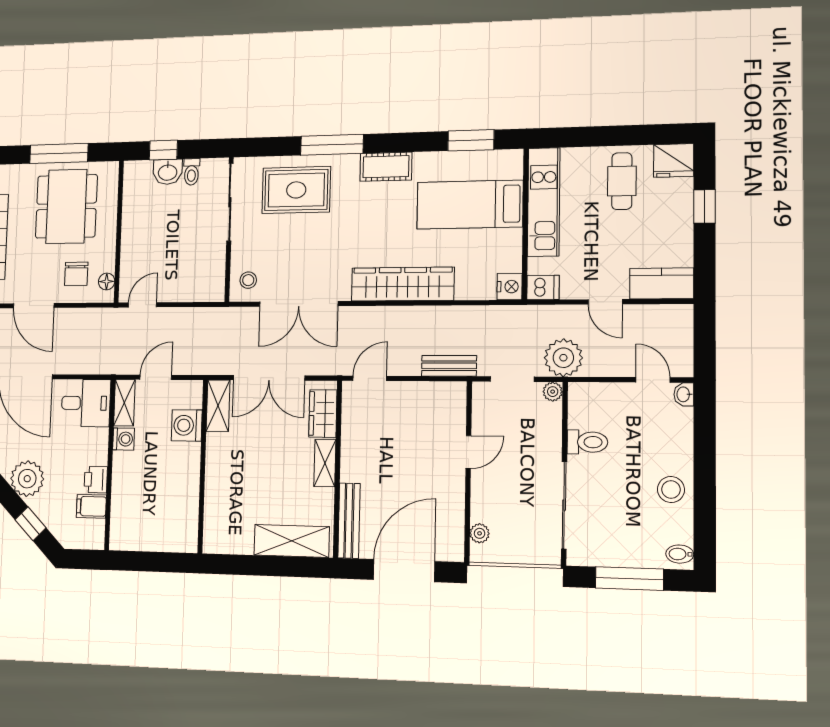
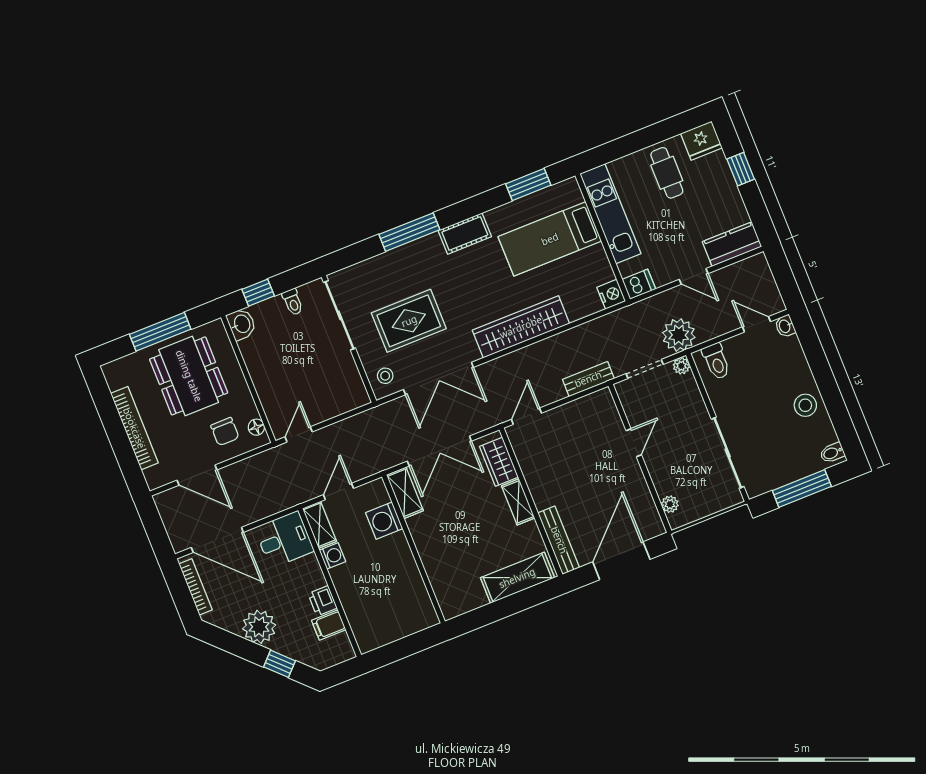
washbasin: (168, 172) -> (241, 324), moved, turned -90
rug: (296, 190) -> (409, 321), moved
toilet: (587, 442) -> (716, 361), moved, turned 90

